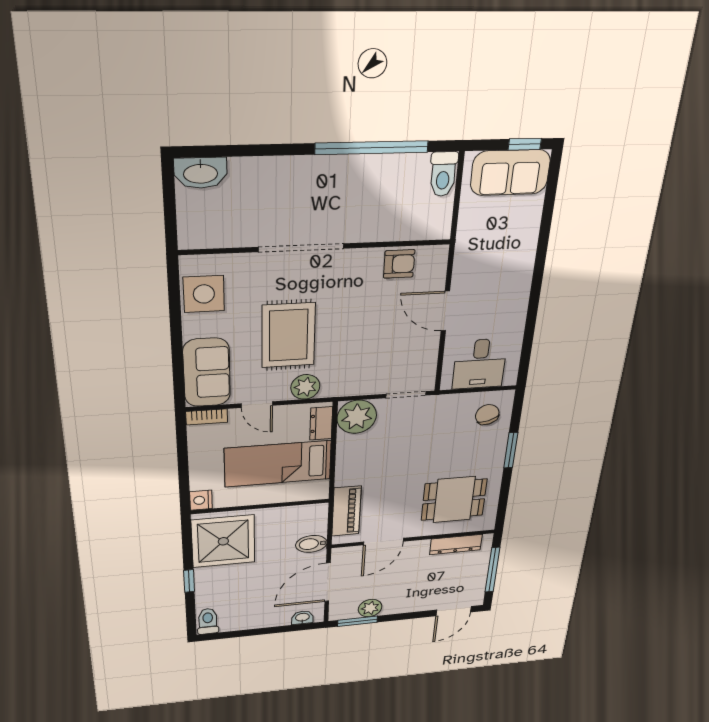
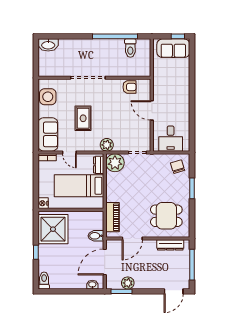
toilet: (443, 174) -> (130, 48), moved
rug: (288, 335) -> (83, 118), width x0.73, depth x0.70
plant: (305, 387) -> (107, 145), moved

